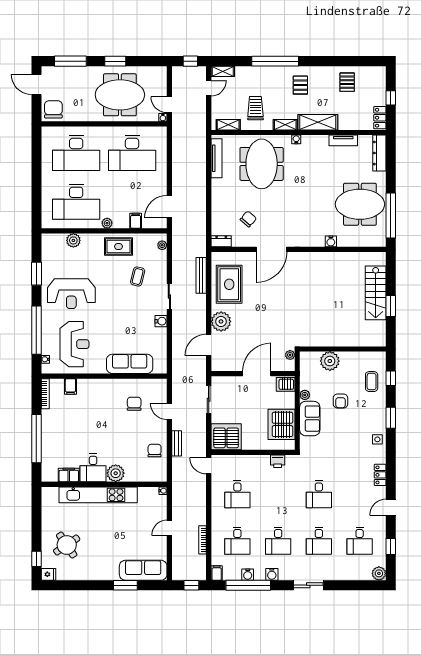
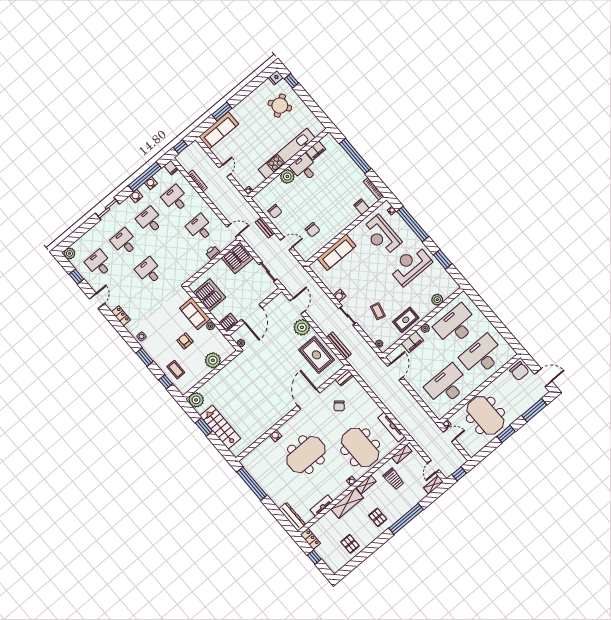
meeting table: (120, 95) -> (485, 415), turned 90
meeting table: (360, 204) -> (306, 455), moved
filing cabinet: (136, 221) -> (412, 342), width x2.00
plant: (377, 337) -> (196, 400), added
printer: (278, 461) -> (213, 253), moved

